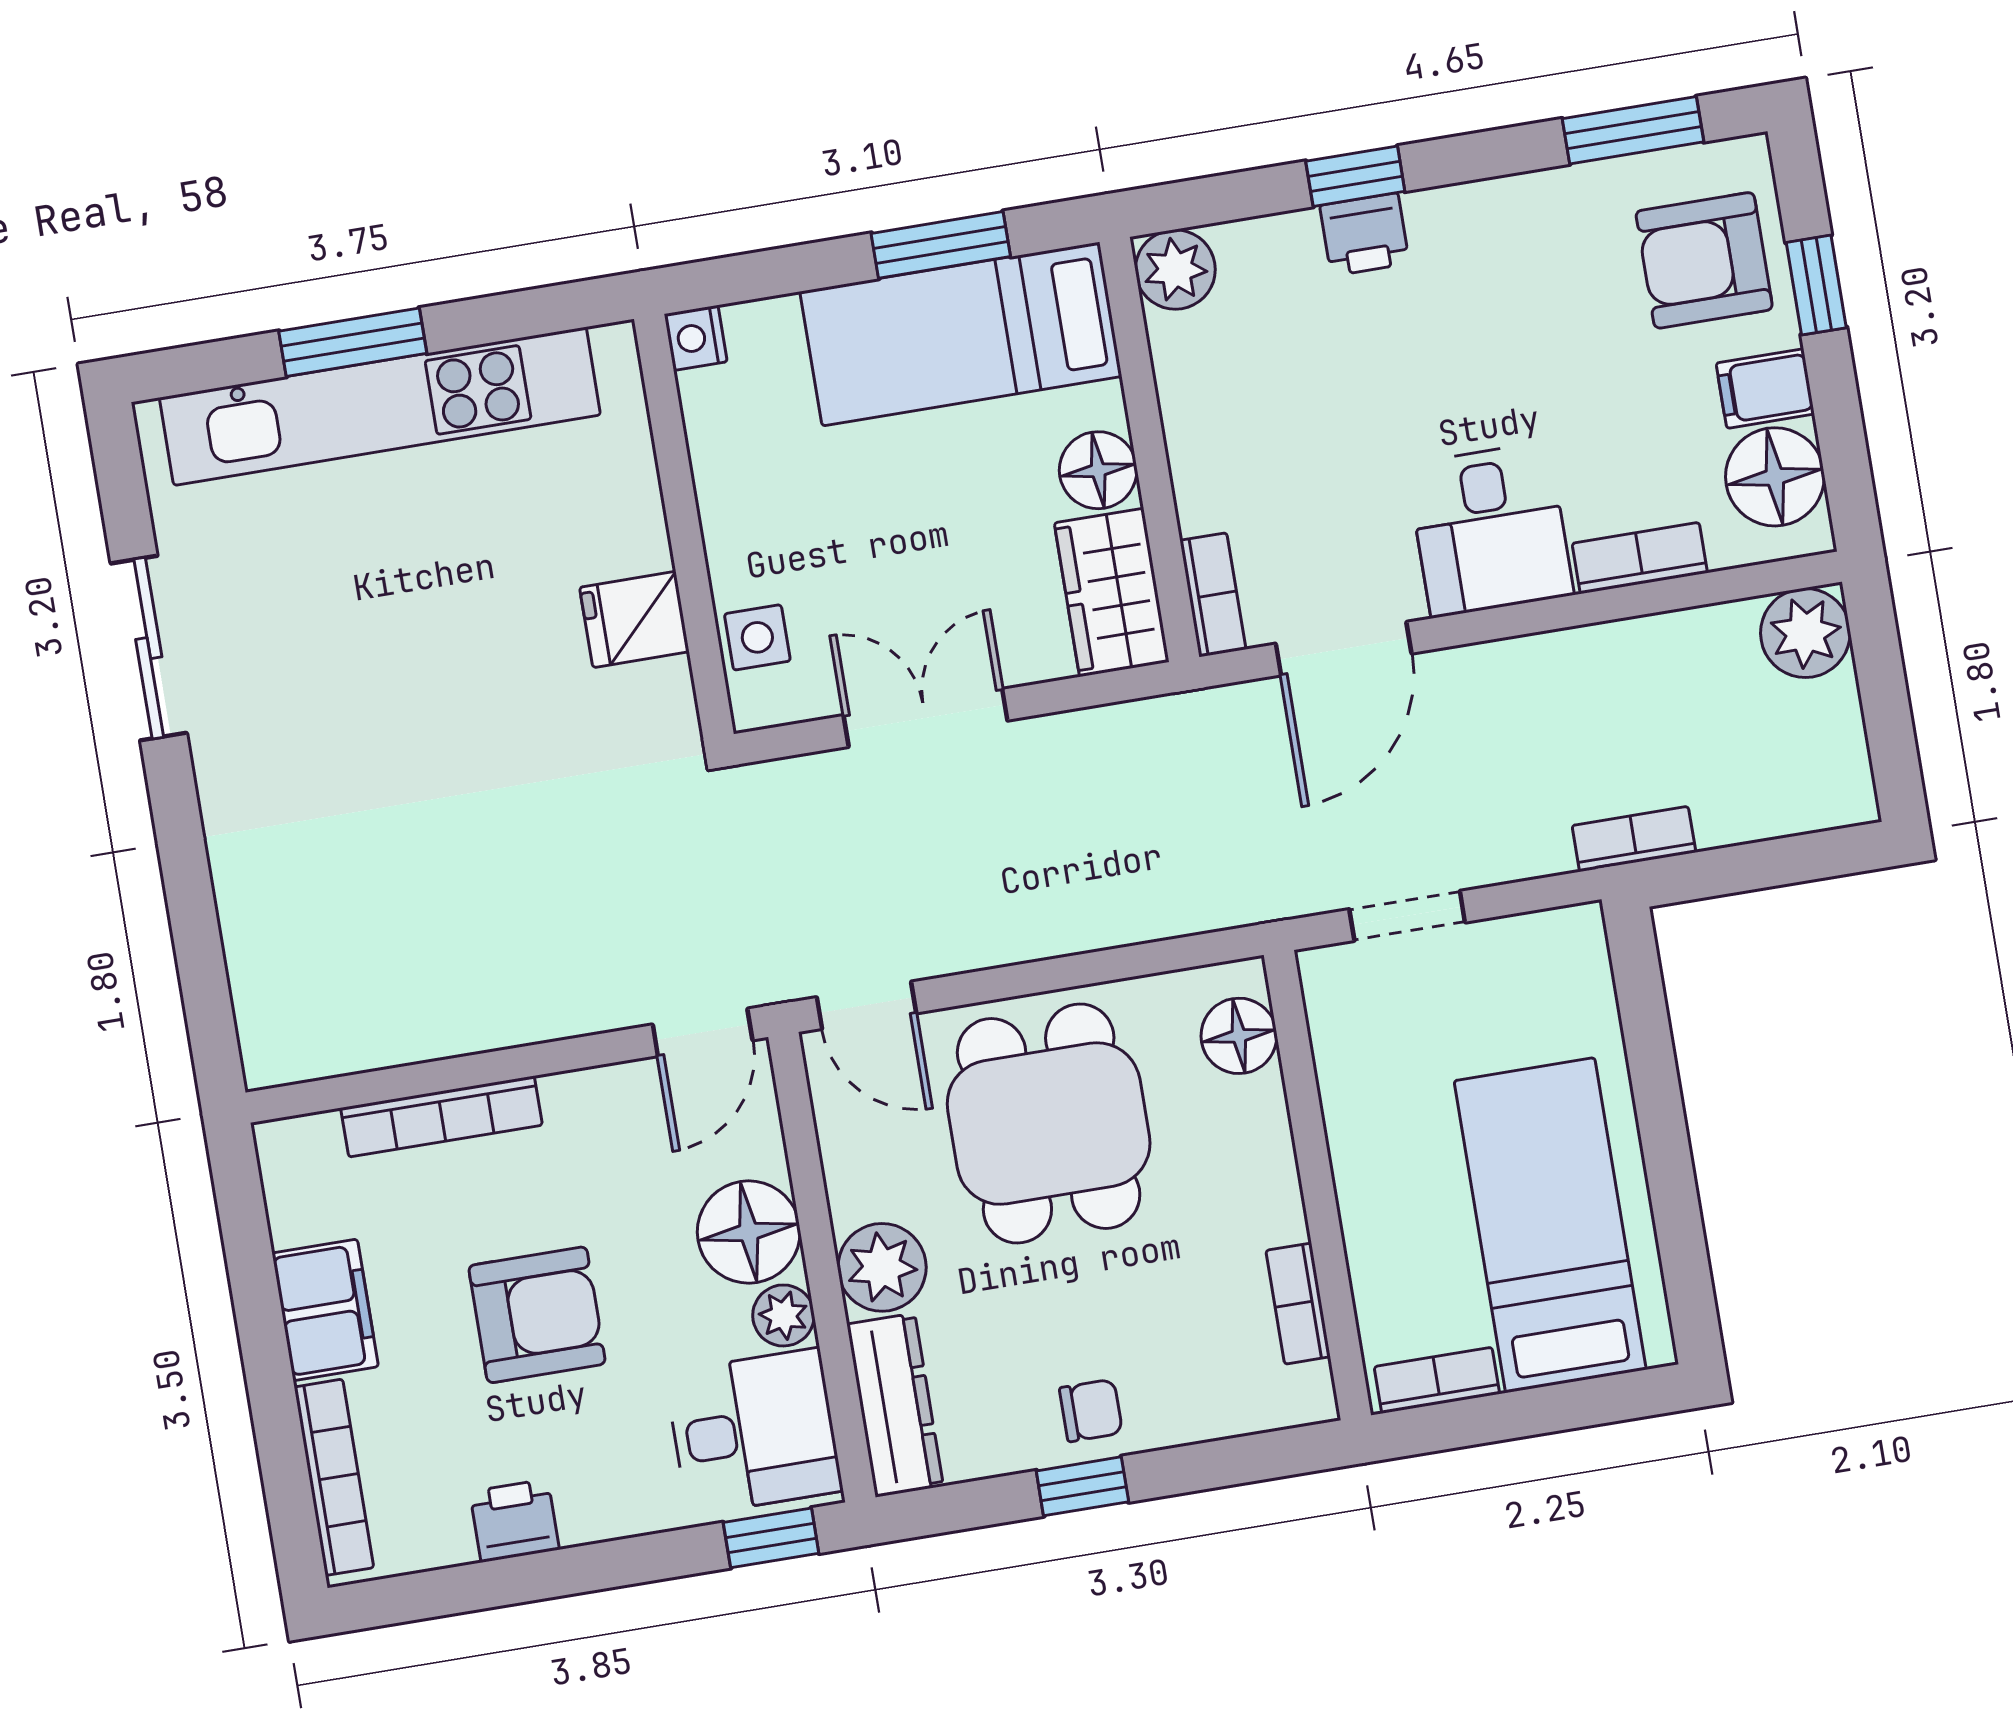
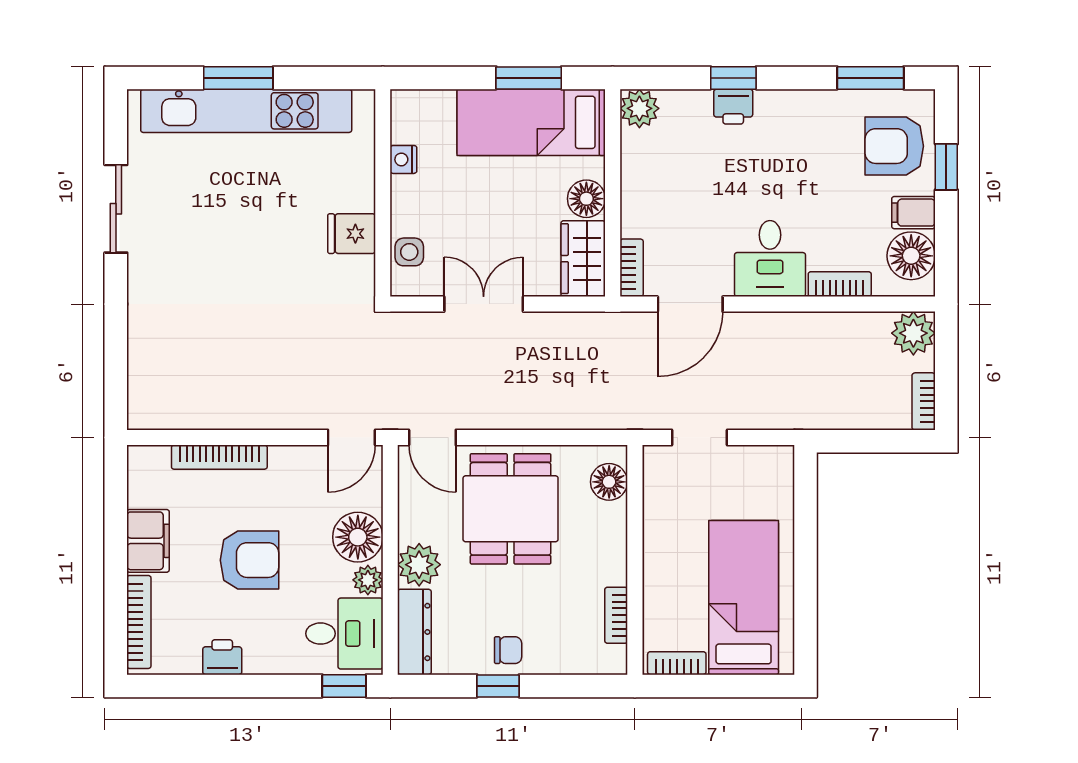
nightstand: (696, 338) -> (403, 159), moved
bookcase: (1634, 839) -> (924, 401), moved, turned -90

